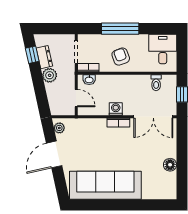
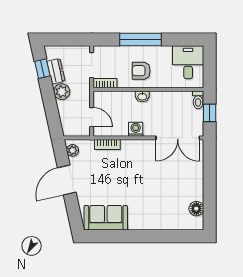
armchair: (121, 57) -> (141, 71), turned -70
washbasin: (89, 80) -> (142, 96), moved
toilet: (156, 83) -> (198, 100), moved
bookcase: (118, 123) -> (107, 144), moved
floor lamp: (170, 165) -> (196, 209), moved
sofa: (105, 185) -> (106, 218), width x0.54, depth x0.79

